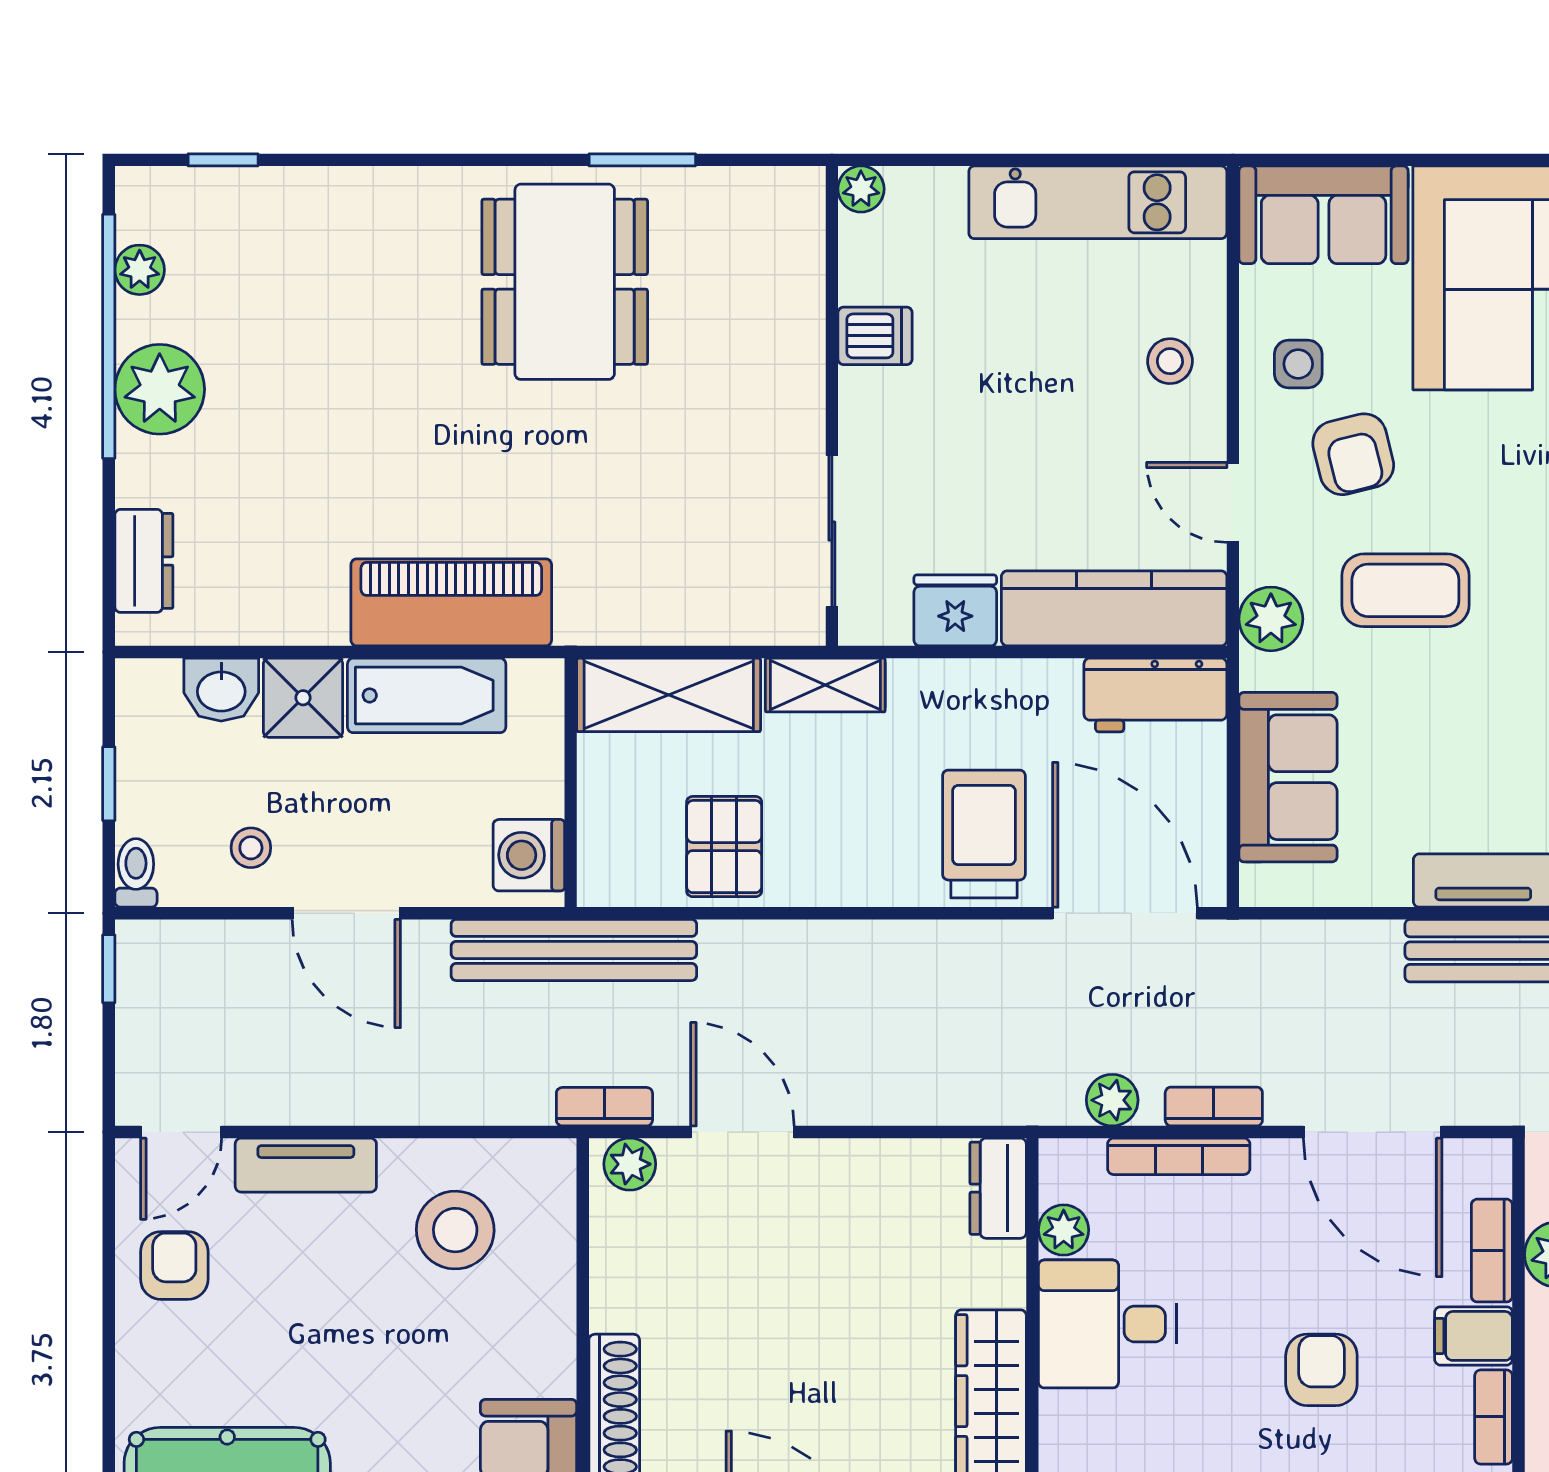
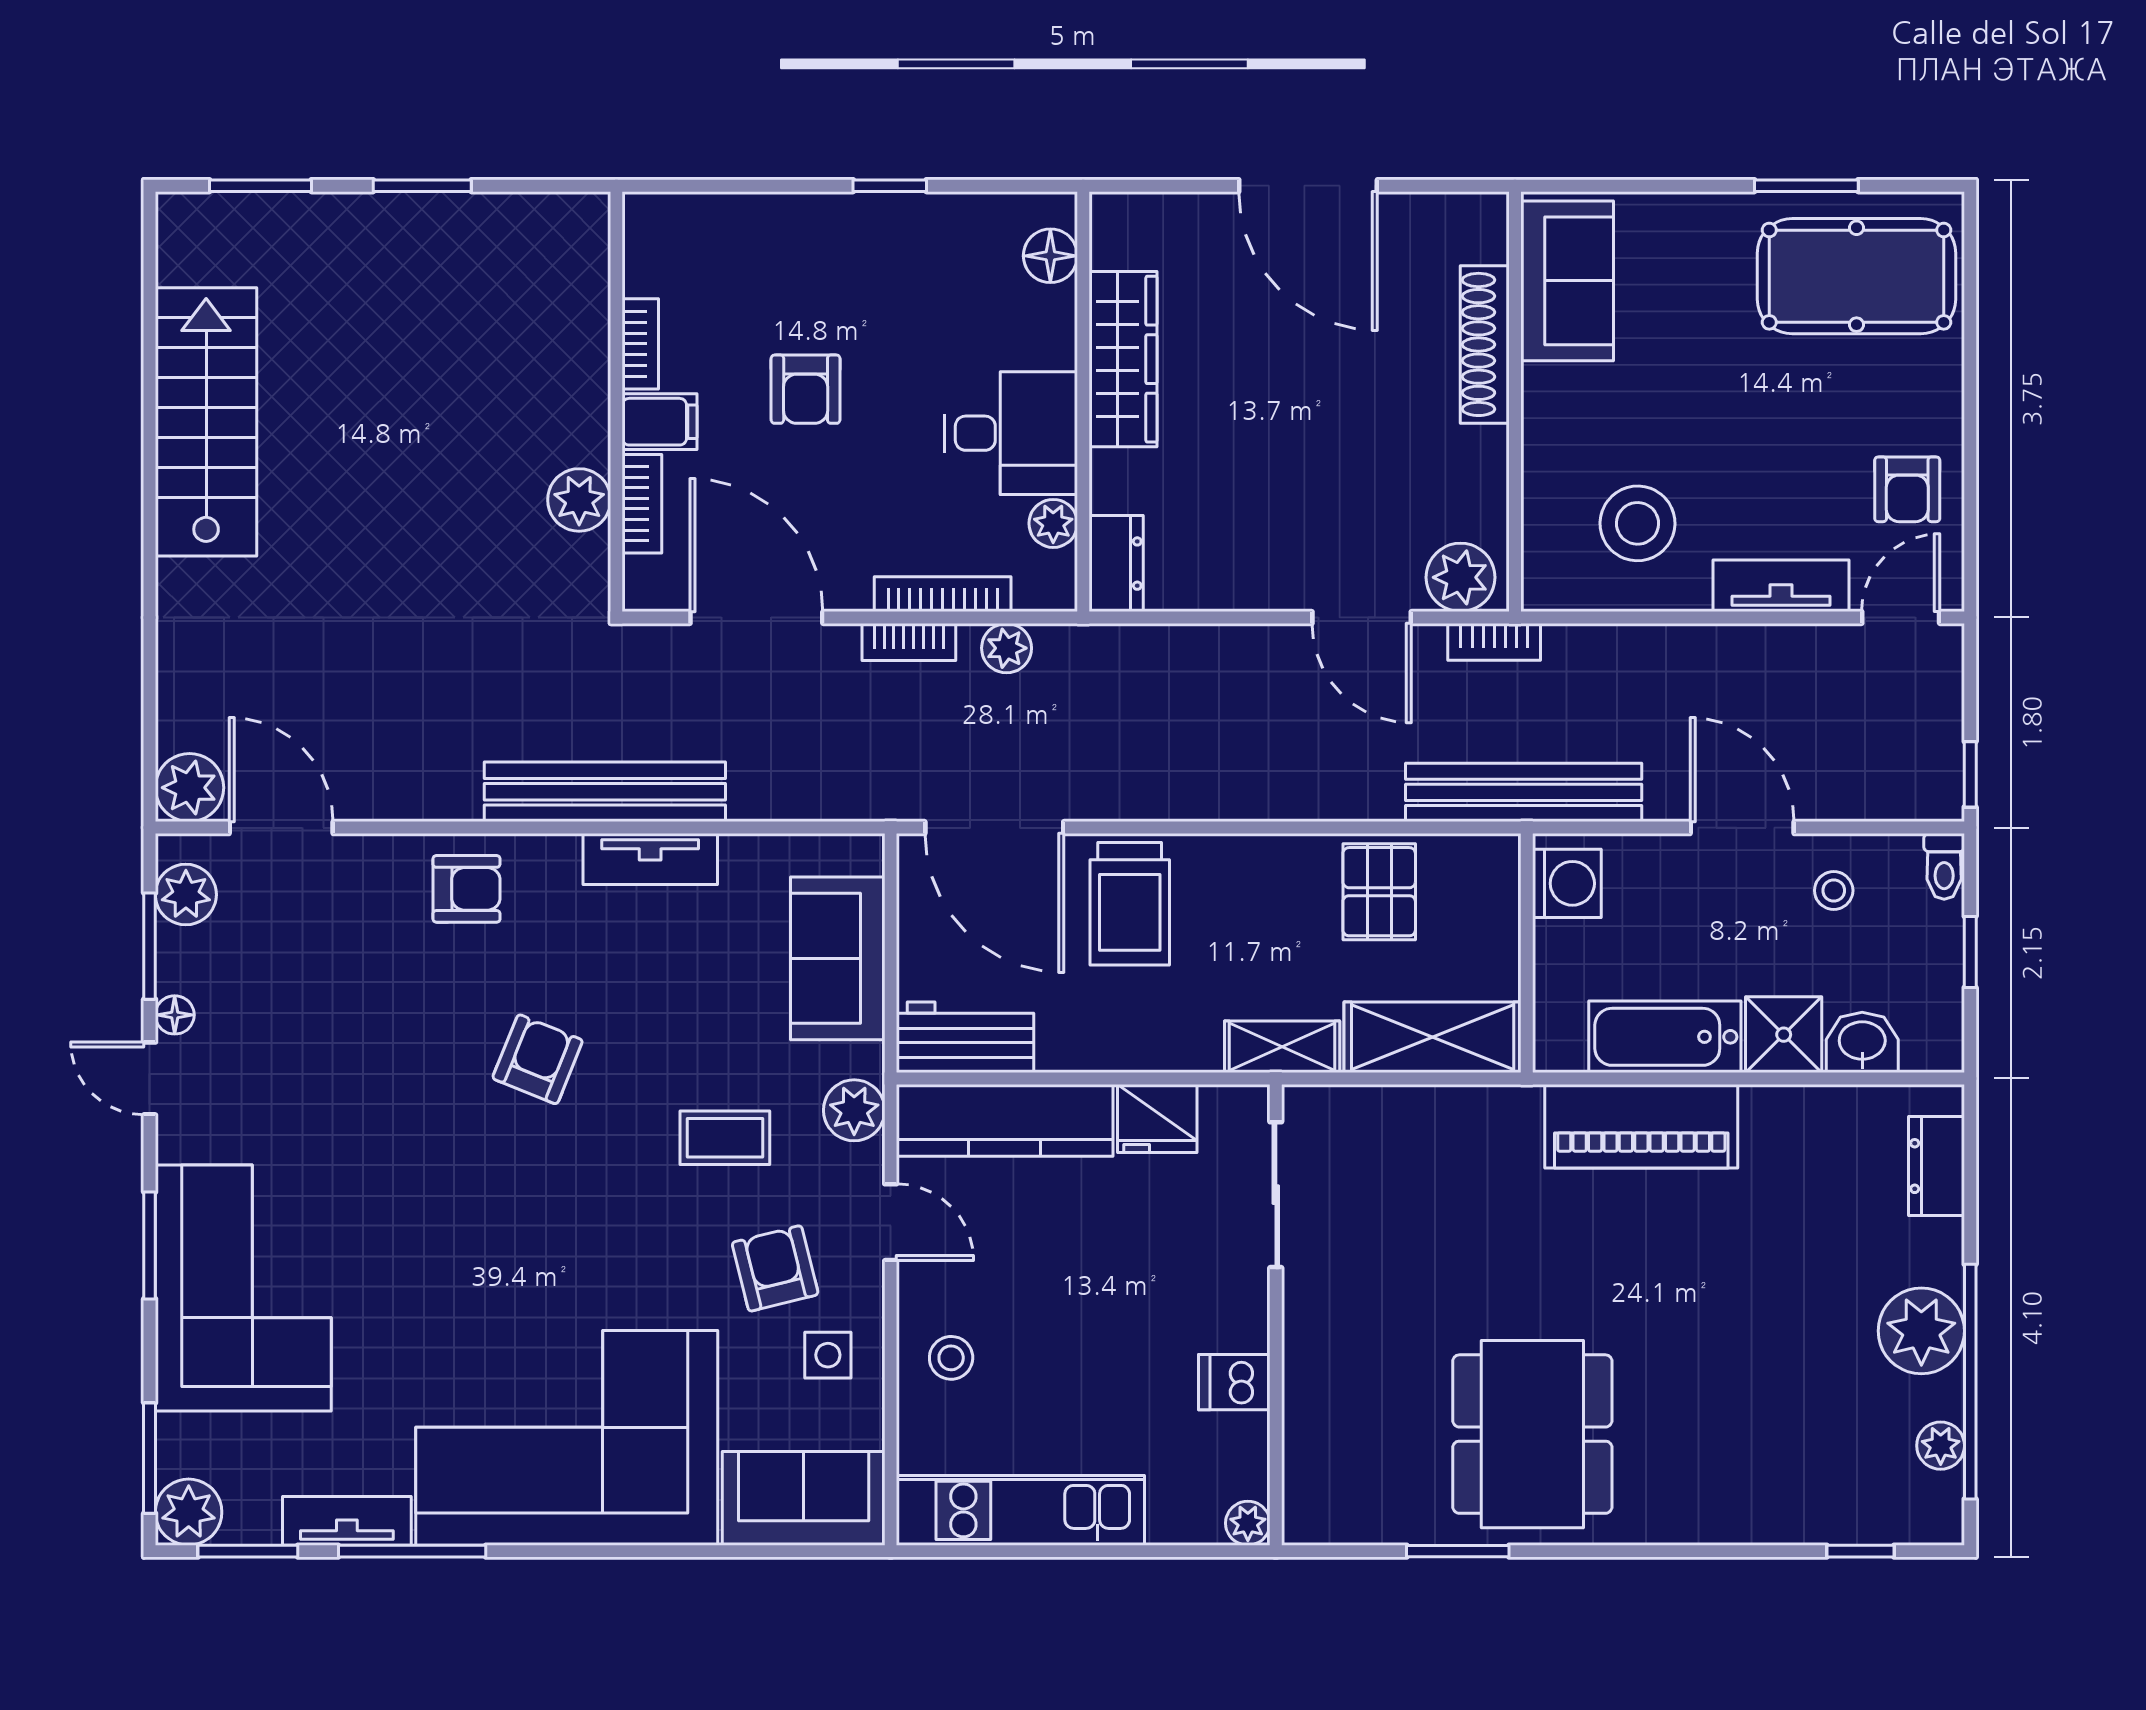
coffee table: (1405, 590) -> (725, 1138), width x0.73, depth x0.77
plant: (630, 1164) -> (1461, 577), width x1.38, depth x1.38

